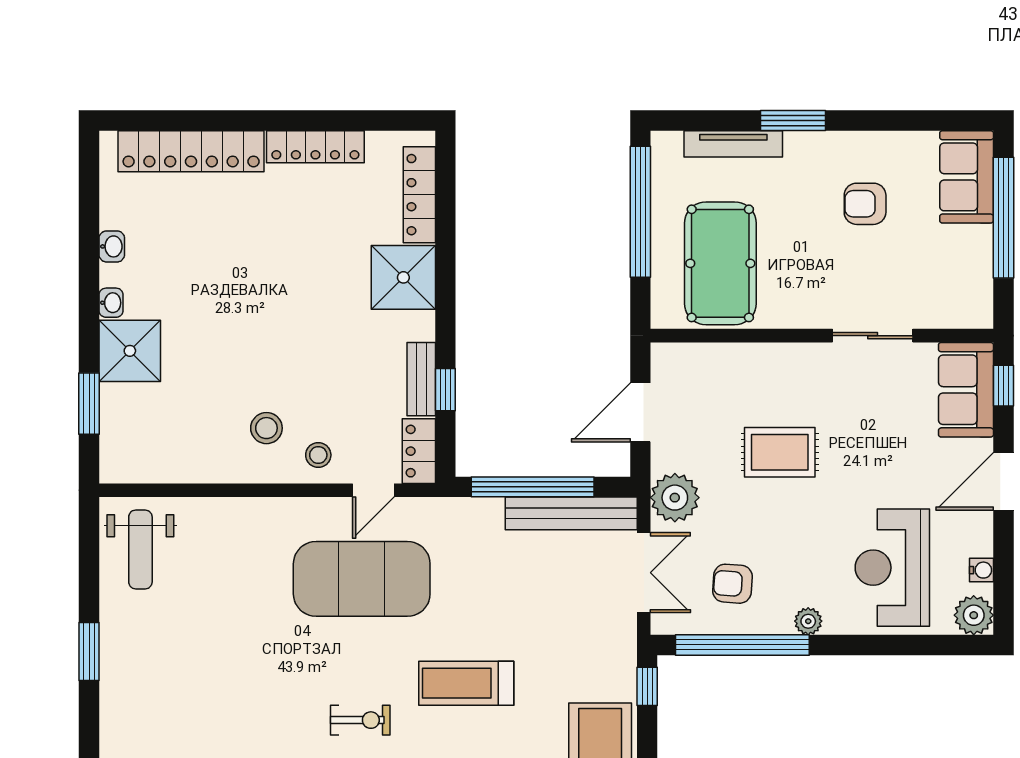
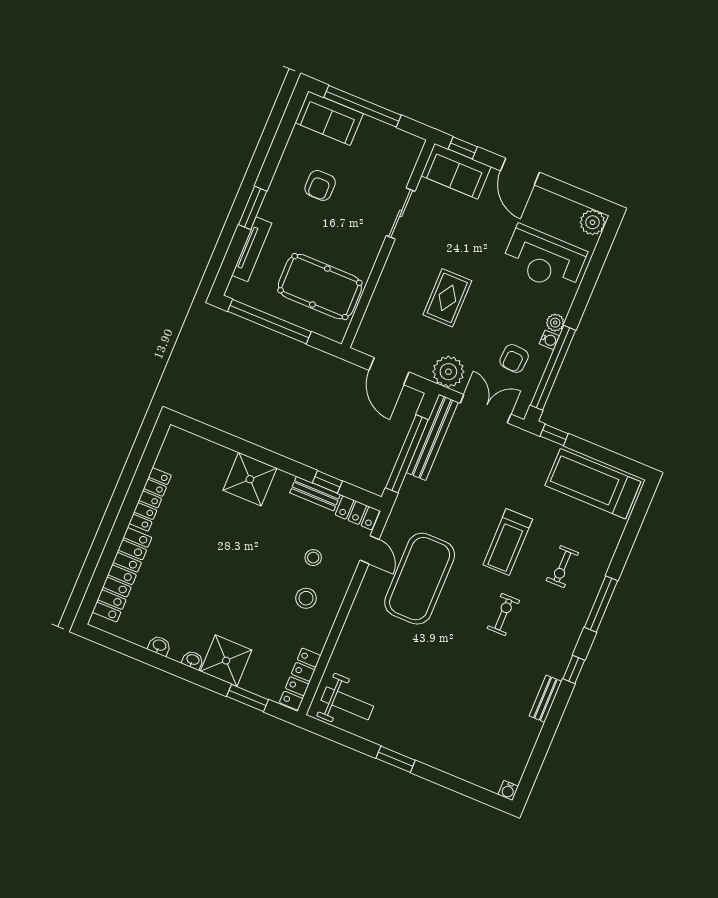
locker: (419, 195) -> (300, 679), moved, turned 90
stool: (318, 455) -> (313, 558), moved
water cooler: (982, 570) -> (549, 340), moved, turned 90

